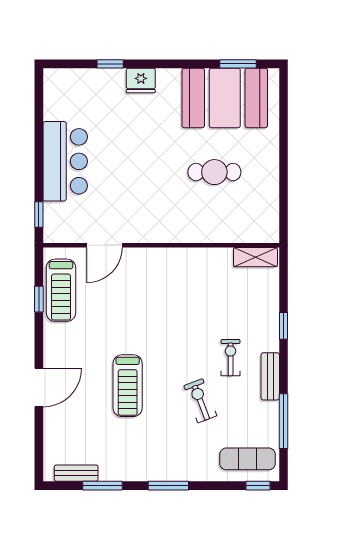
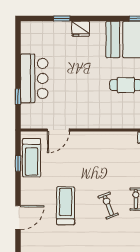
window: (39, 215) -> (18, 97), moved
treadmill: (128, 386) -> (66, 206), moved, turned 180
exercise bike: (200, 401) -> (108, 206), moved

